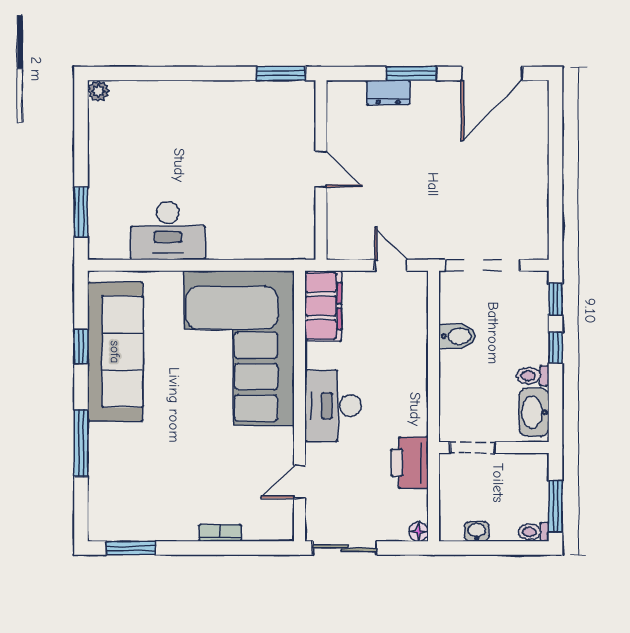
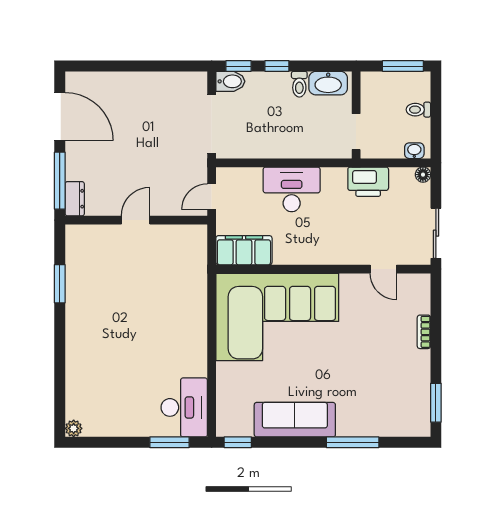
window: (411, 74) -> (60, 181), width x1.44
door: (321, 169) -> (136, 220), moved
wall: (321, 170) -> (136, 220), moved
desk: (168, 231) -> (184, 407), moved
bidet: (457, 336) -> (230, 81), moved, turned 90
window: (81, 347) -> (238, 442), moved
sofa: (115, 352) -> (295, 420), width x0.74, depth x0.79
desk: (333, 406) -> (292, 189), moved, turned 180
washbasin: (477, 531) -> (414, 151), moved, turned 90
toilet: (533, 532) -> (418, 110), moved, turned 90

